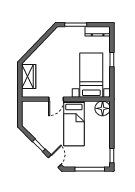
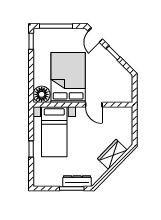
dresser: (98, 31) -> (77, 181), moved
wardrobe: (29, 77) -> (112, 154), moved, turned 44
door: (56, 99) -> (94, 105), swing flipped
bed: (74, 123) -> (68, 78), width x1.50

